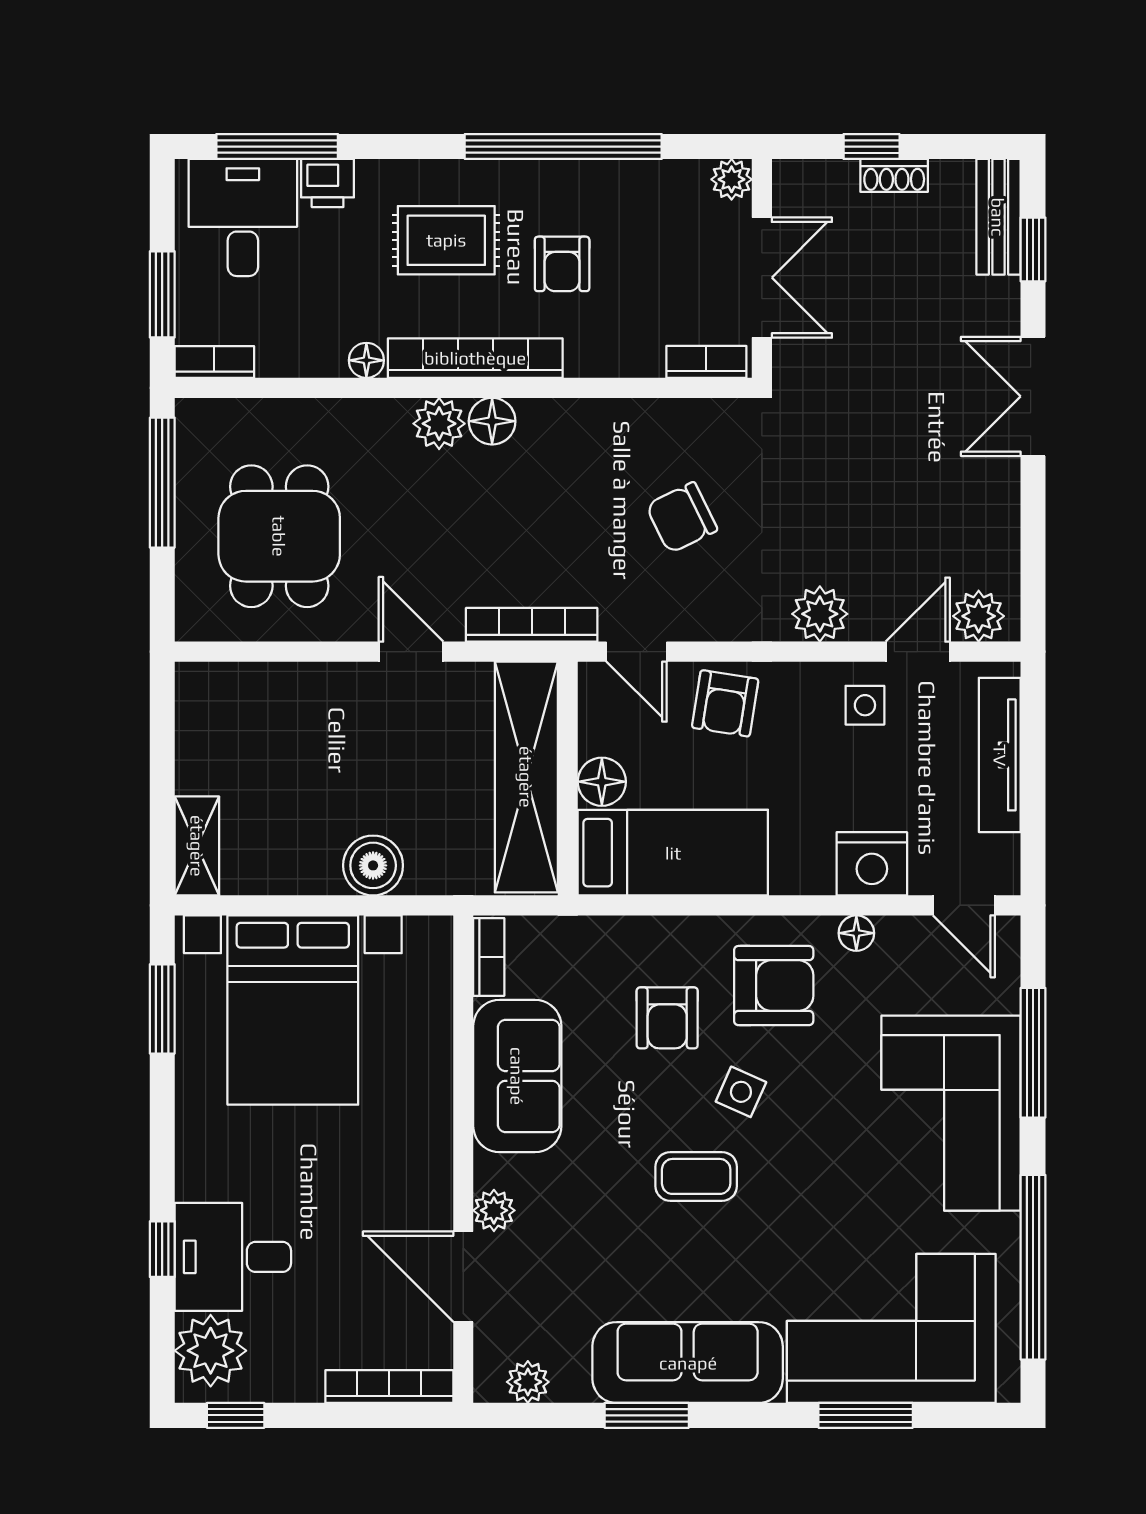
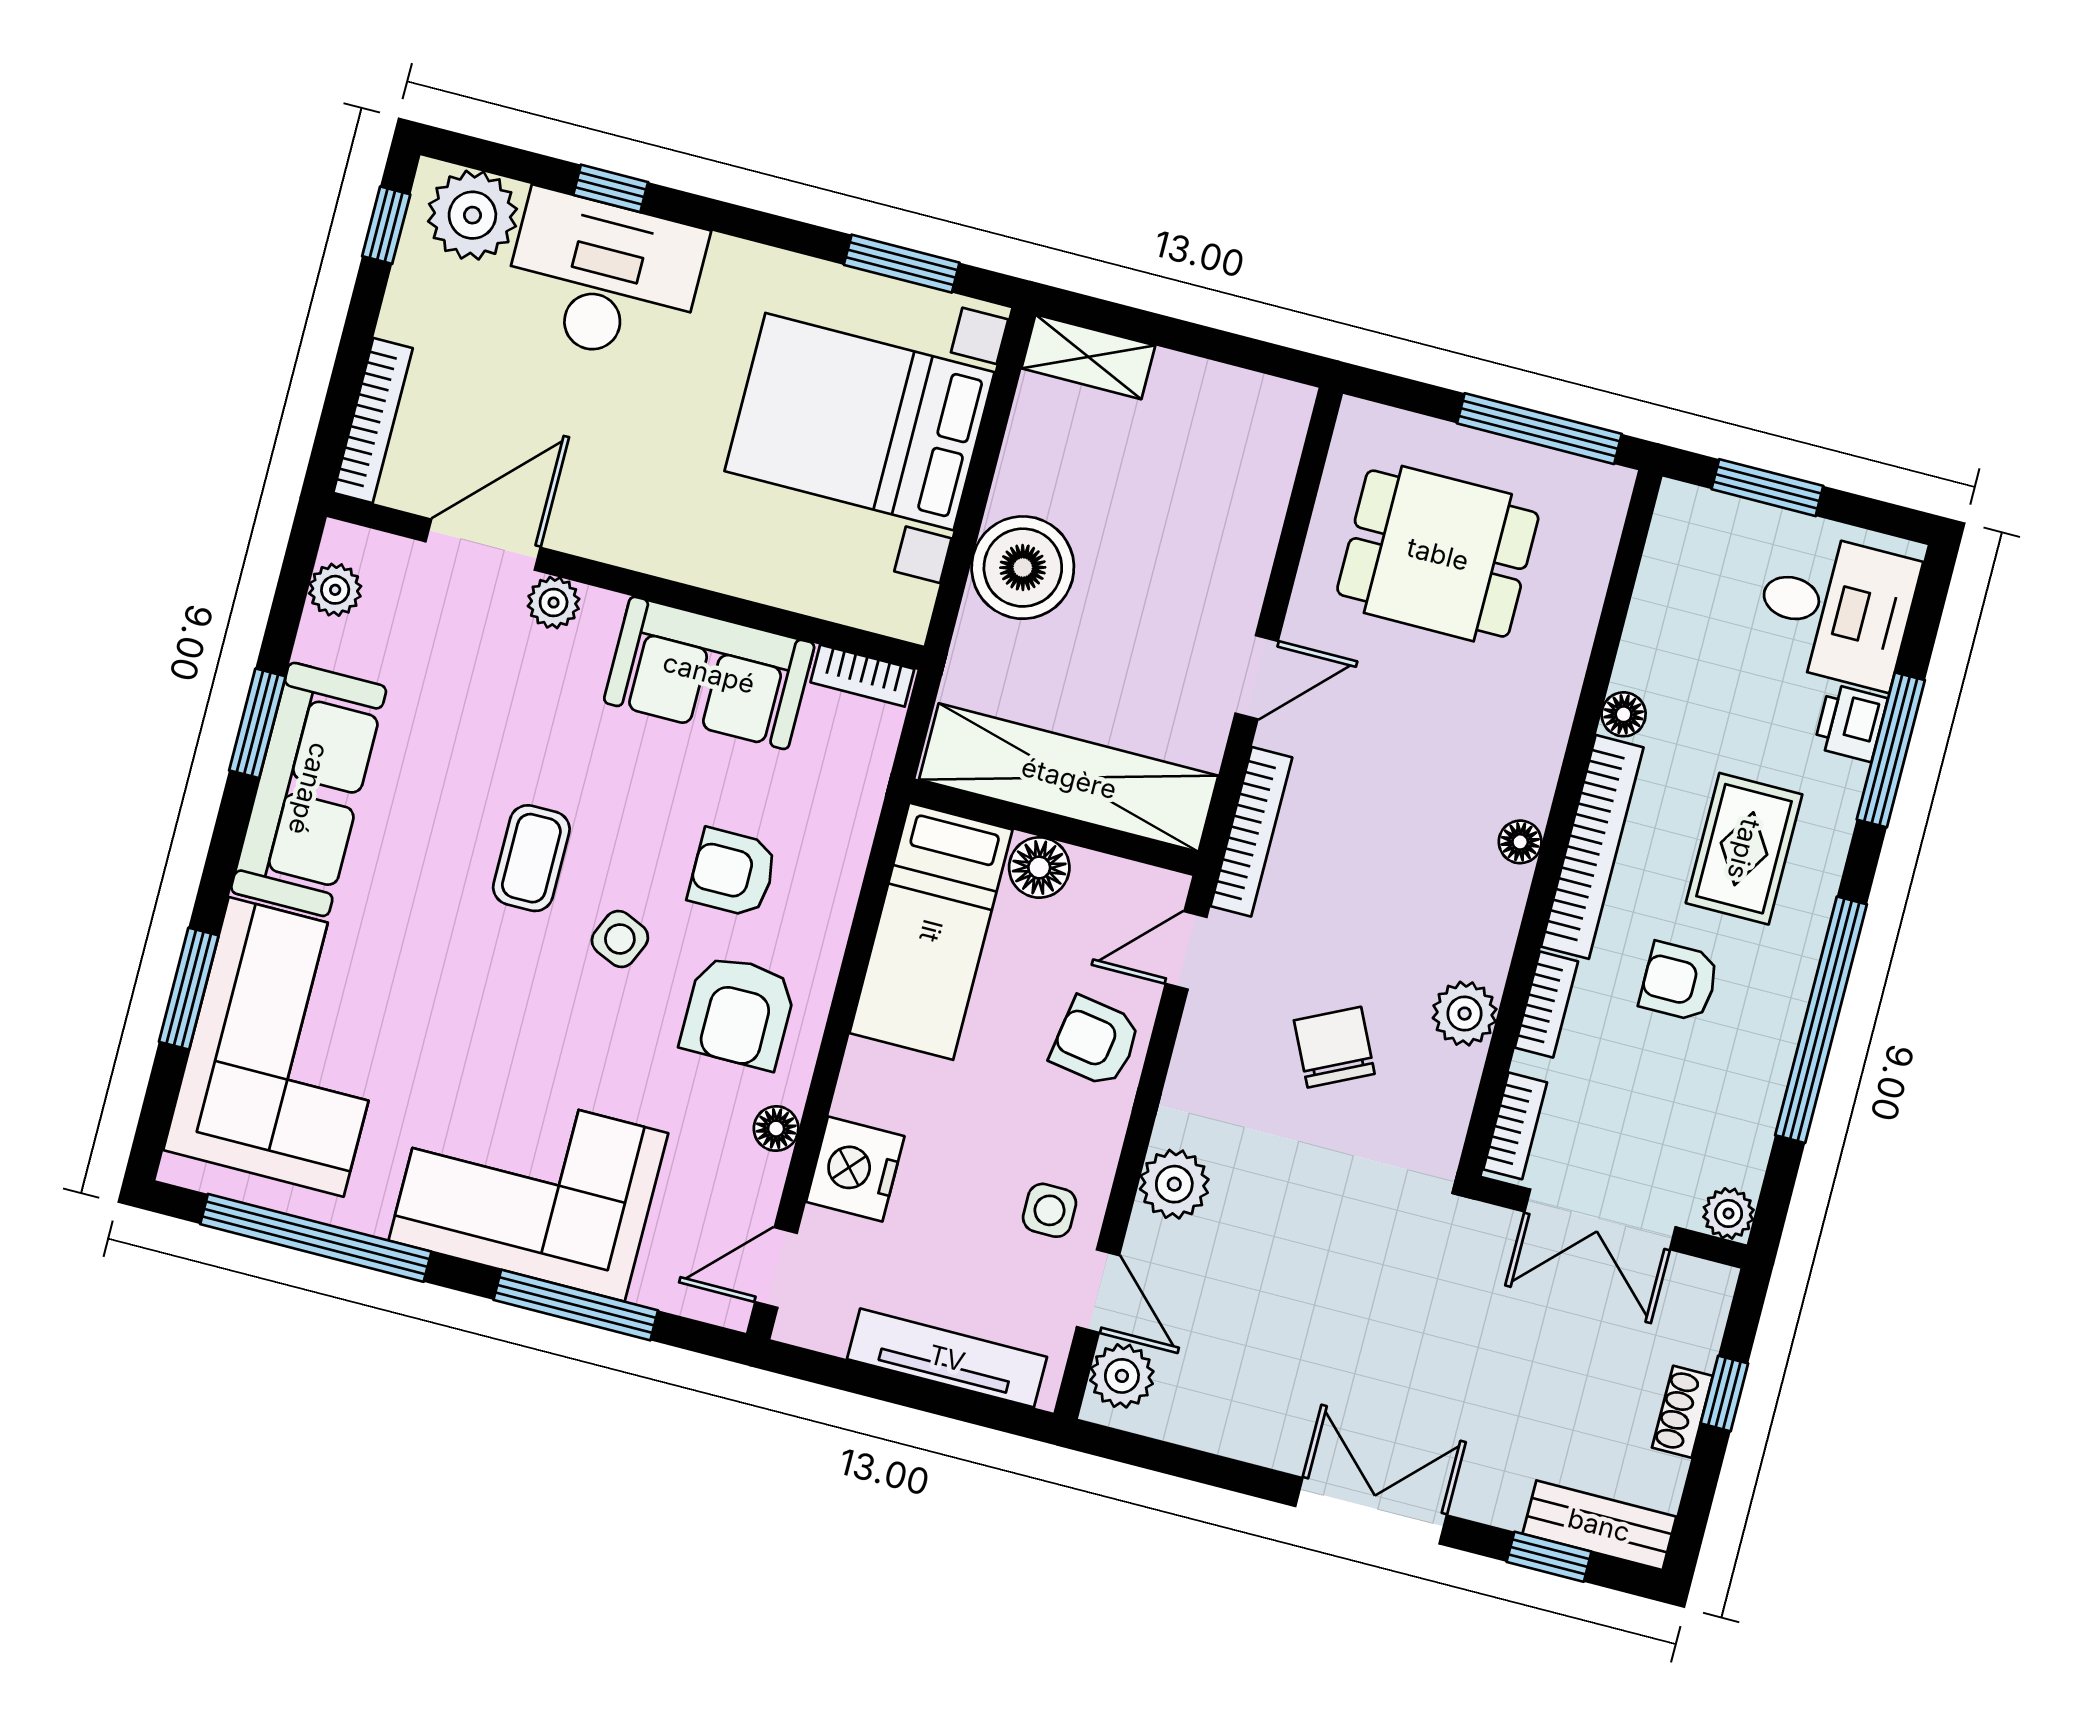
window: (277, 147) -> (1891, 750), moved
bookcase: (214, 362) -> (1546, 1004), moved
floor lamp: (492, 421) -> (1520, 842), width x0.73, depth x0.73
plant: (439, 424) -> (1465, 1014), moved
boiler: (373, 865) -> (1023, 568), width x1.37, depth x1.37
desk: (233, 1257) -> (603, 278), width x1.37

